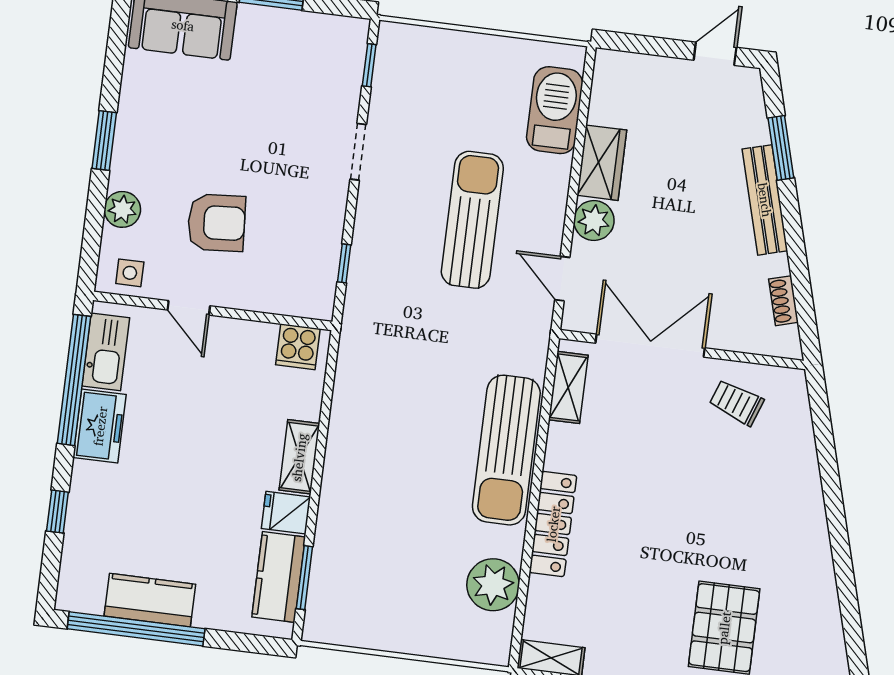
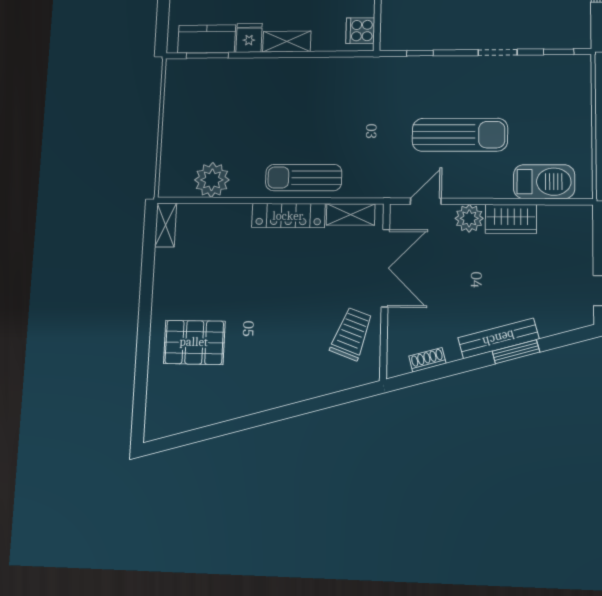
window: (781, 148) -> (516, 352), moved
trolley: (737, 402) -> (352, 334), width x1.36, depth x1.39
sun lounger: (506, 450) -> (304, 178), width x0.73, depth x0.75
locker: (553, 524) -> (288, 216), moved

